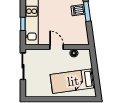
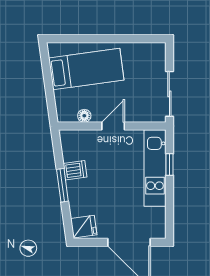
dishwasher: (78, 10) -> (75, 170), moved
door: (57, 47) -> (113, 126), swing flipped

